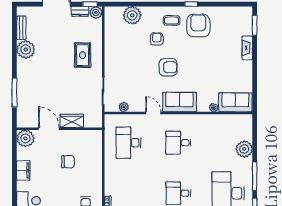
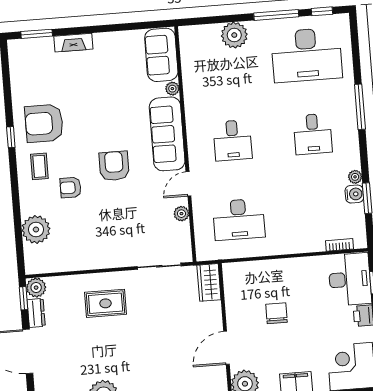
sofa: (179, 102) -> (167, 134), width x1.36
plant: (124, 107) -> (181, 214), moved
wardrobe: (72, 121) -> (209, 282), moved

